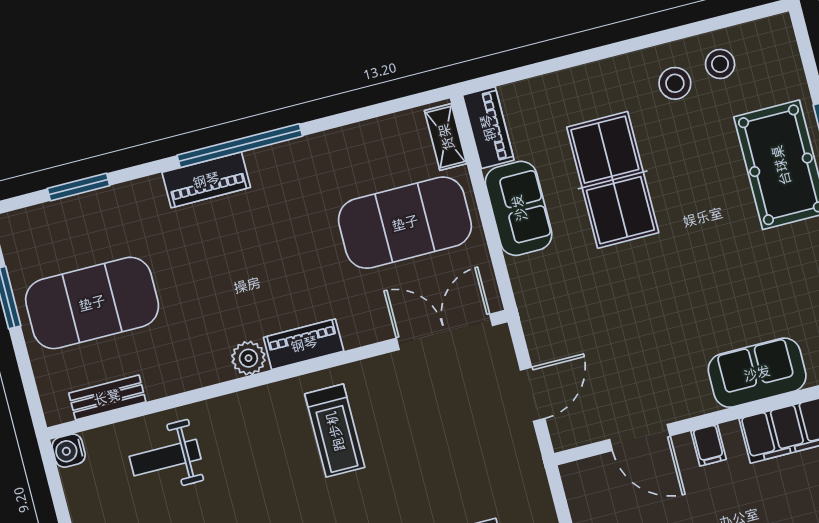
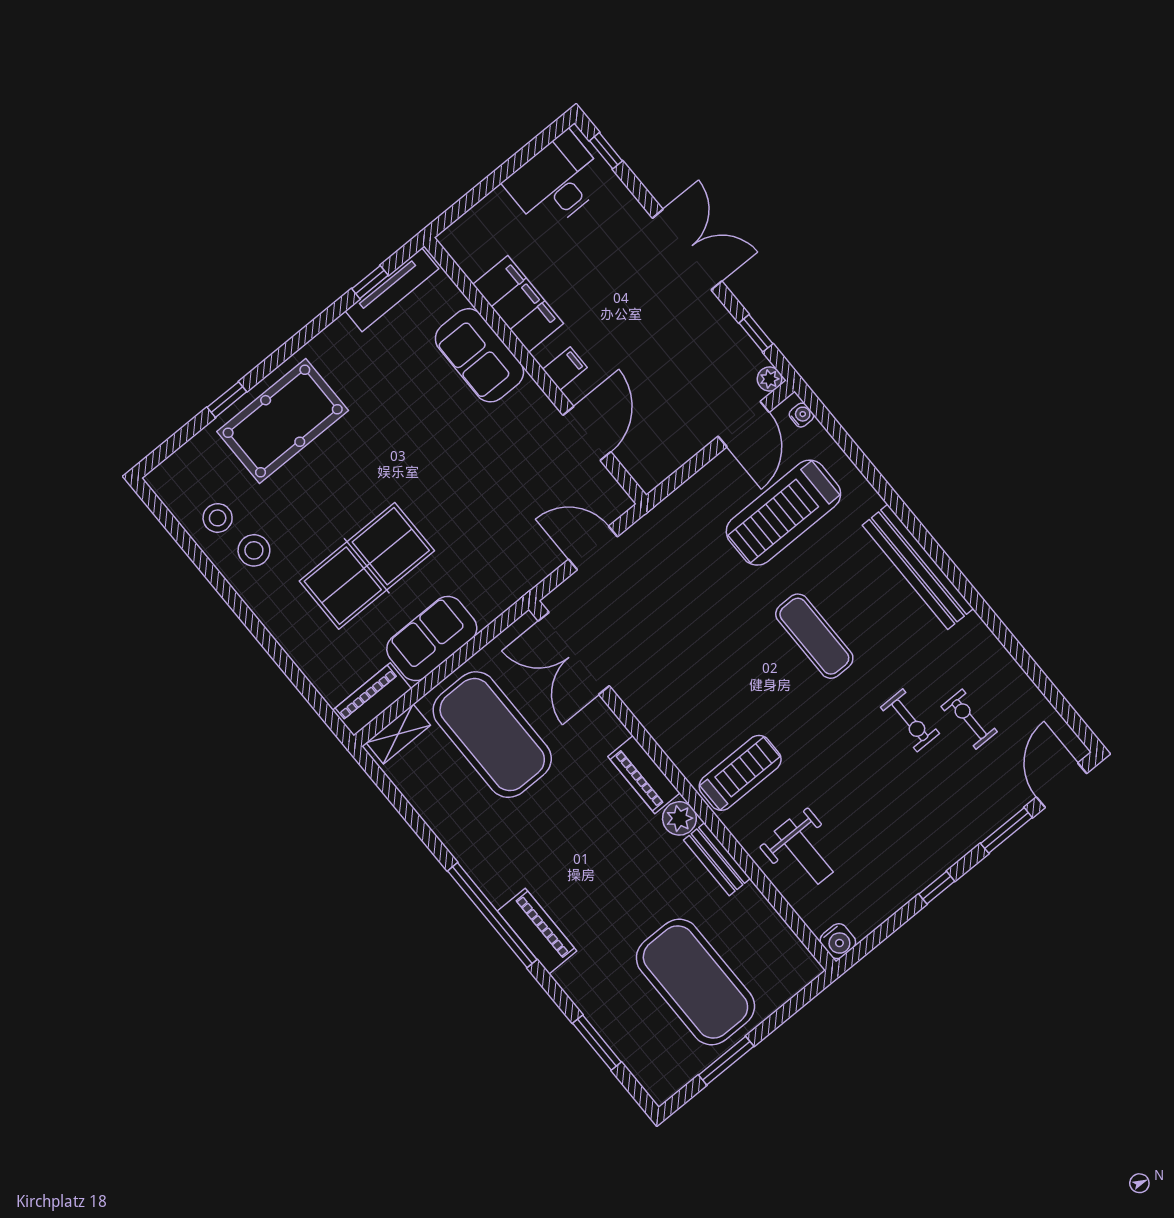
bench: (107, 397) -> (717, 859), moved
treadmill: (335, 431) -> (740, 773), moved

